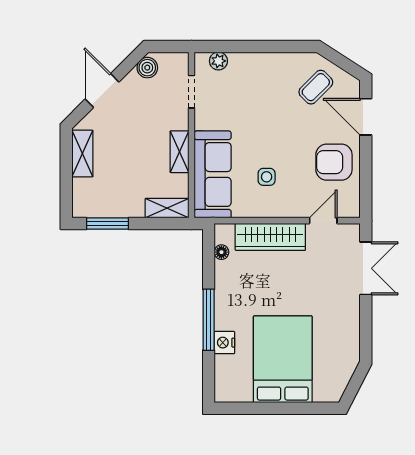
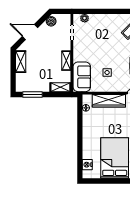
door: (102, 90) -> (30, 32), hinge flipped
sofa: (213, 174) -> (82, 77), width x0.73
window: (209, 320) -> (80, 139), removed
nightstand: (224, 343) -> (87, 165), moved

